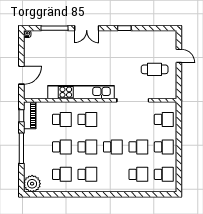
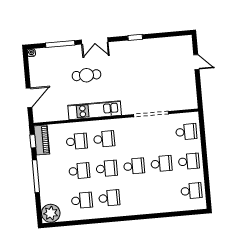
cafe table: (155, 69) -> (86, 75), moved
kitchen unit: (81, 92) -> (95, 110), width x0.73
school desk: (138, 174) -> (164, 193), removed

